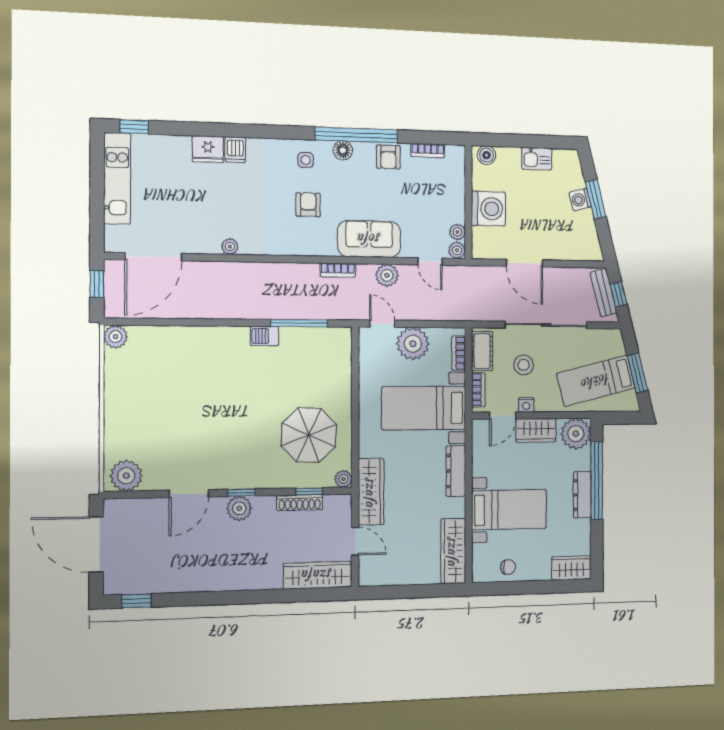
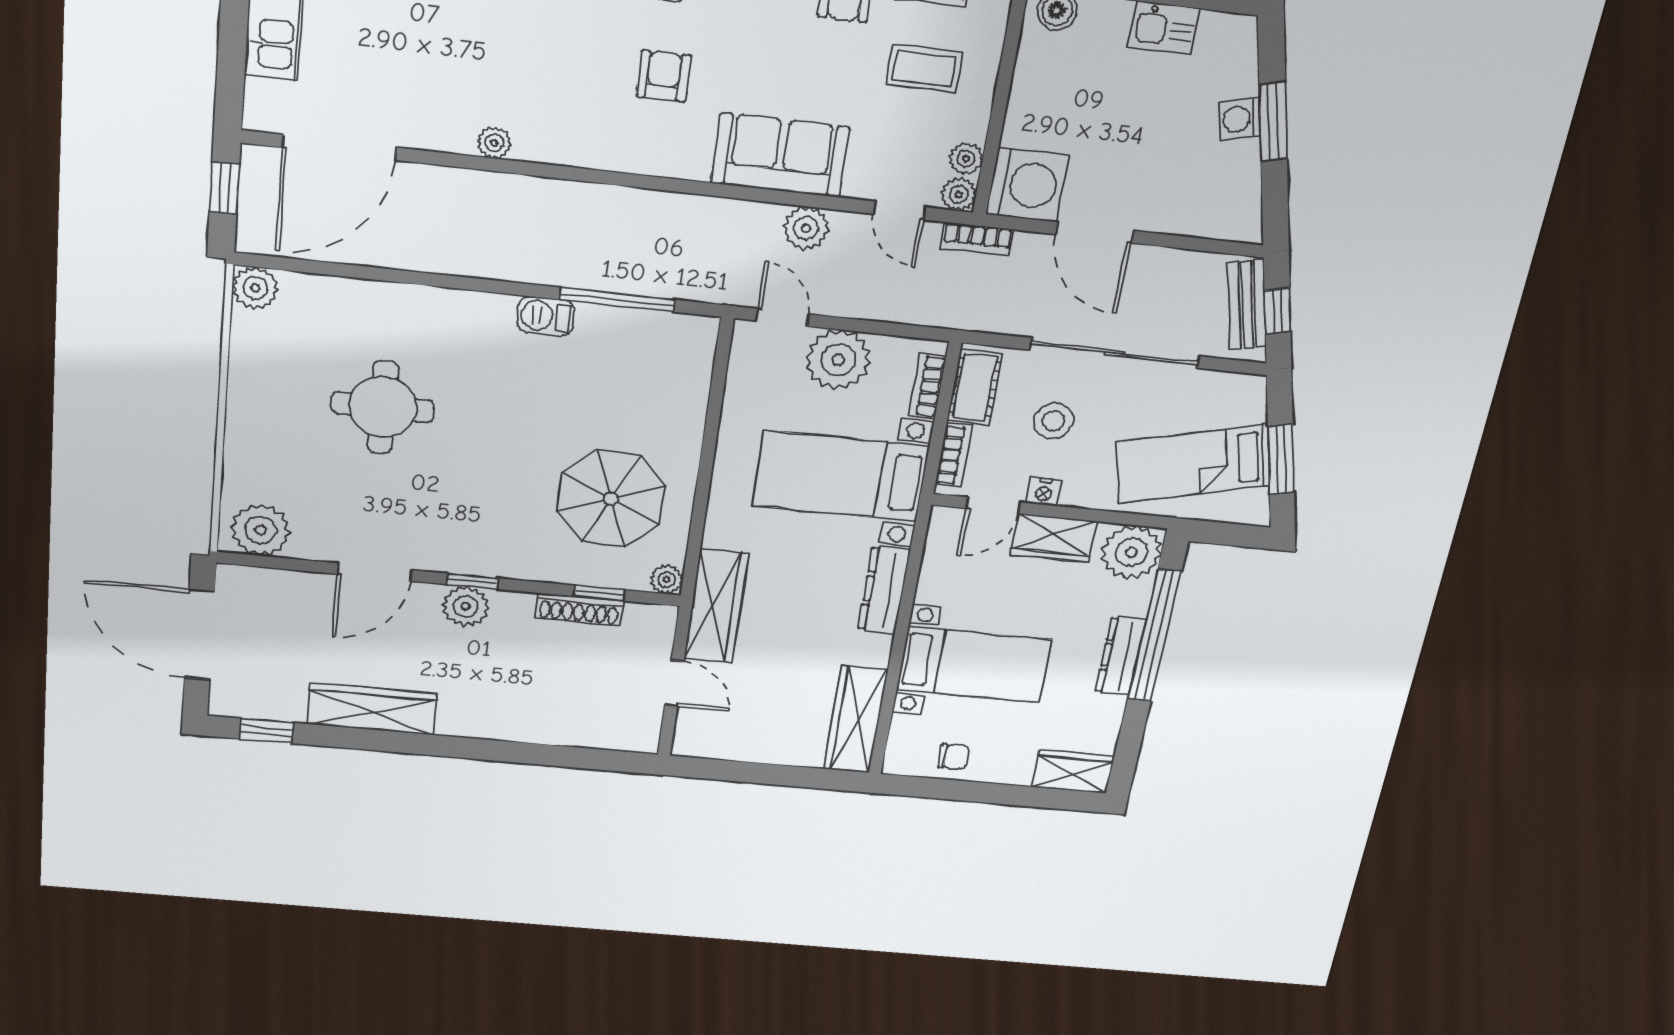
coffee table: (430, 189) -> (924, 68), added
washing machine: (488, 209) -> (1027, 185), moved
bookcase: (338, 270) -> (977, 239), moved
round table: (186, 396) -> (383, 407), added
wardrobe: (317, 575) -> (372, 709), moved

